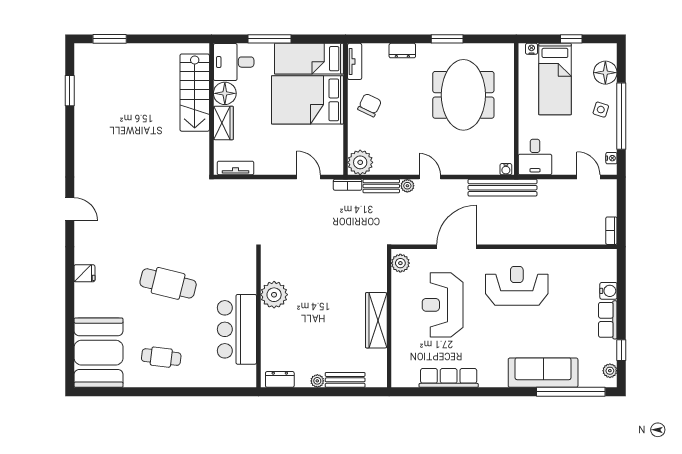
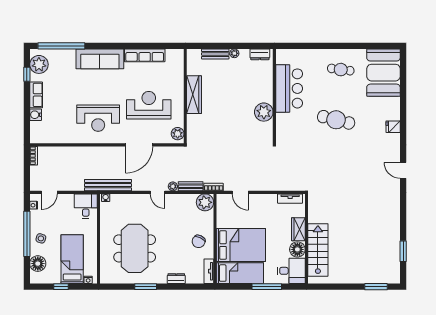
door: (588, 177) -> (49, 192), hinge flipped
reception desk: (443, 305) -> (149, 105), turned -90
plant: (610, 371) -> (39, 64), width x1.88, depth x1.88
sofa: (543, 373) -> (100, 59), moved

